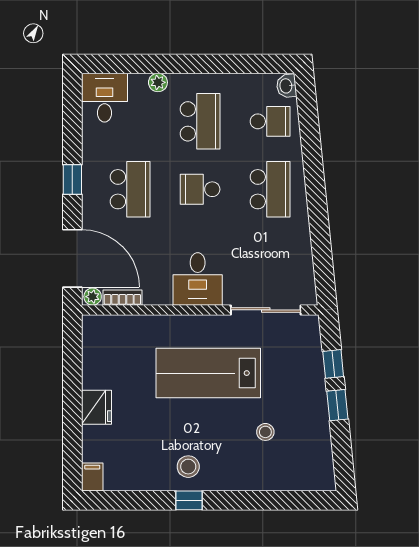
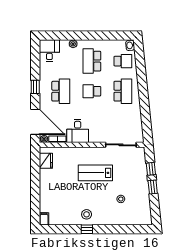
school desk: (200, 121) -> (92, 61), turned 180
desk: (198, 279) -> (78, 131), moved
lab bench: (208, 373) -> (95, 173), width x0.73, depth x0.72
fridge: (96, 407) -> (46, 161), moved

